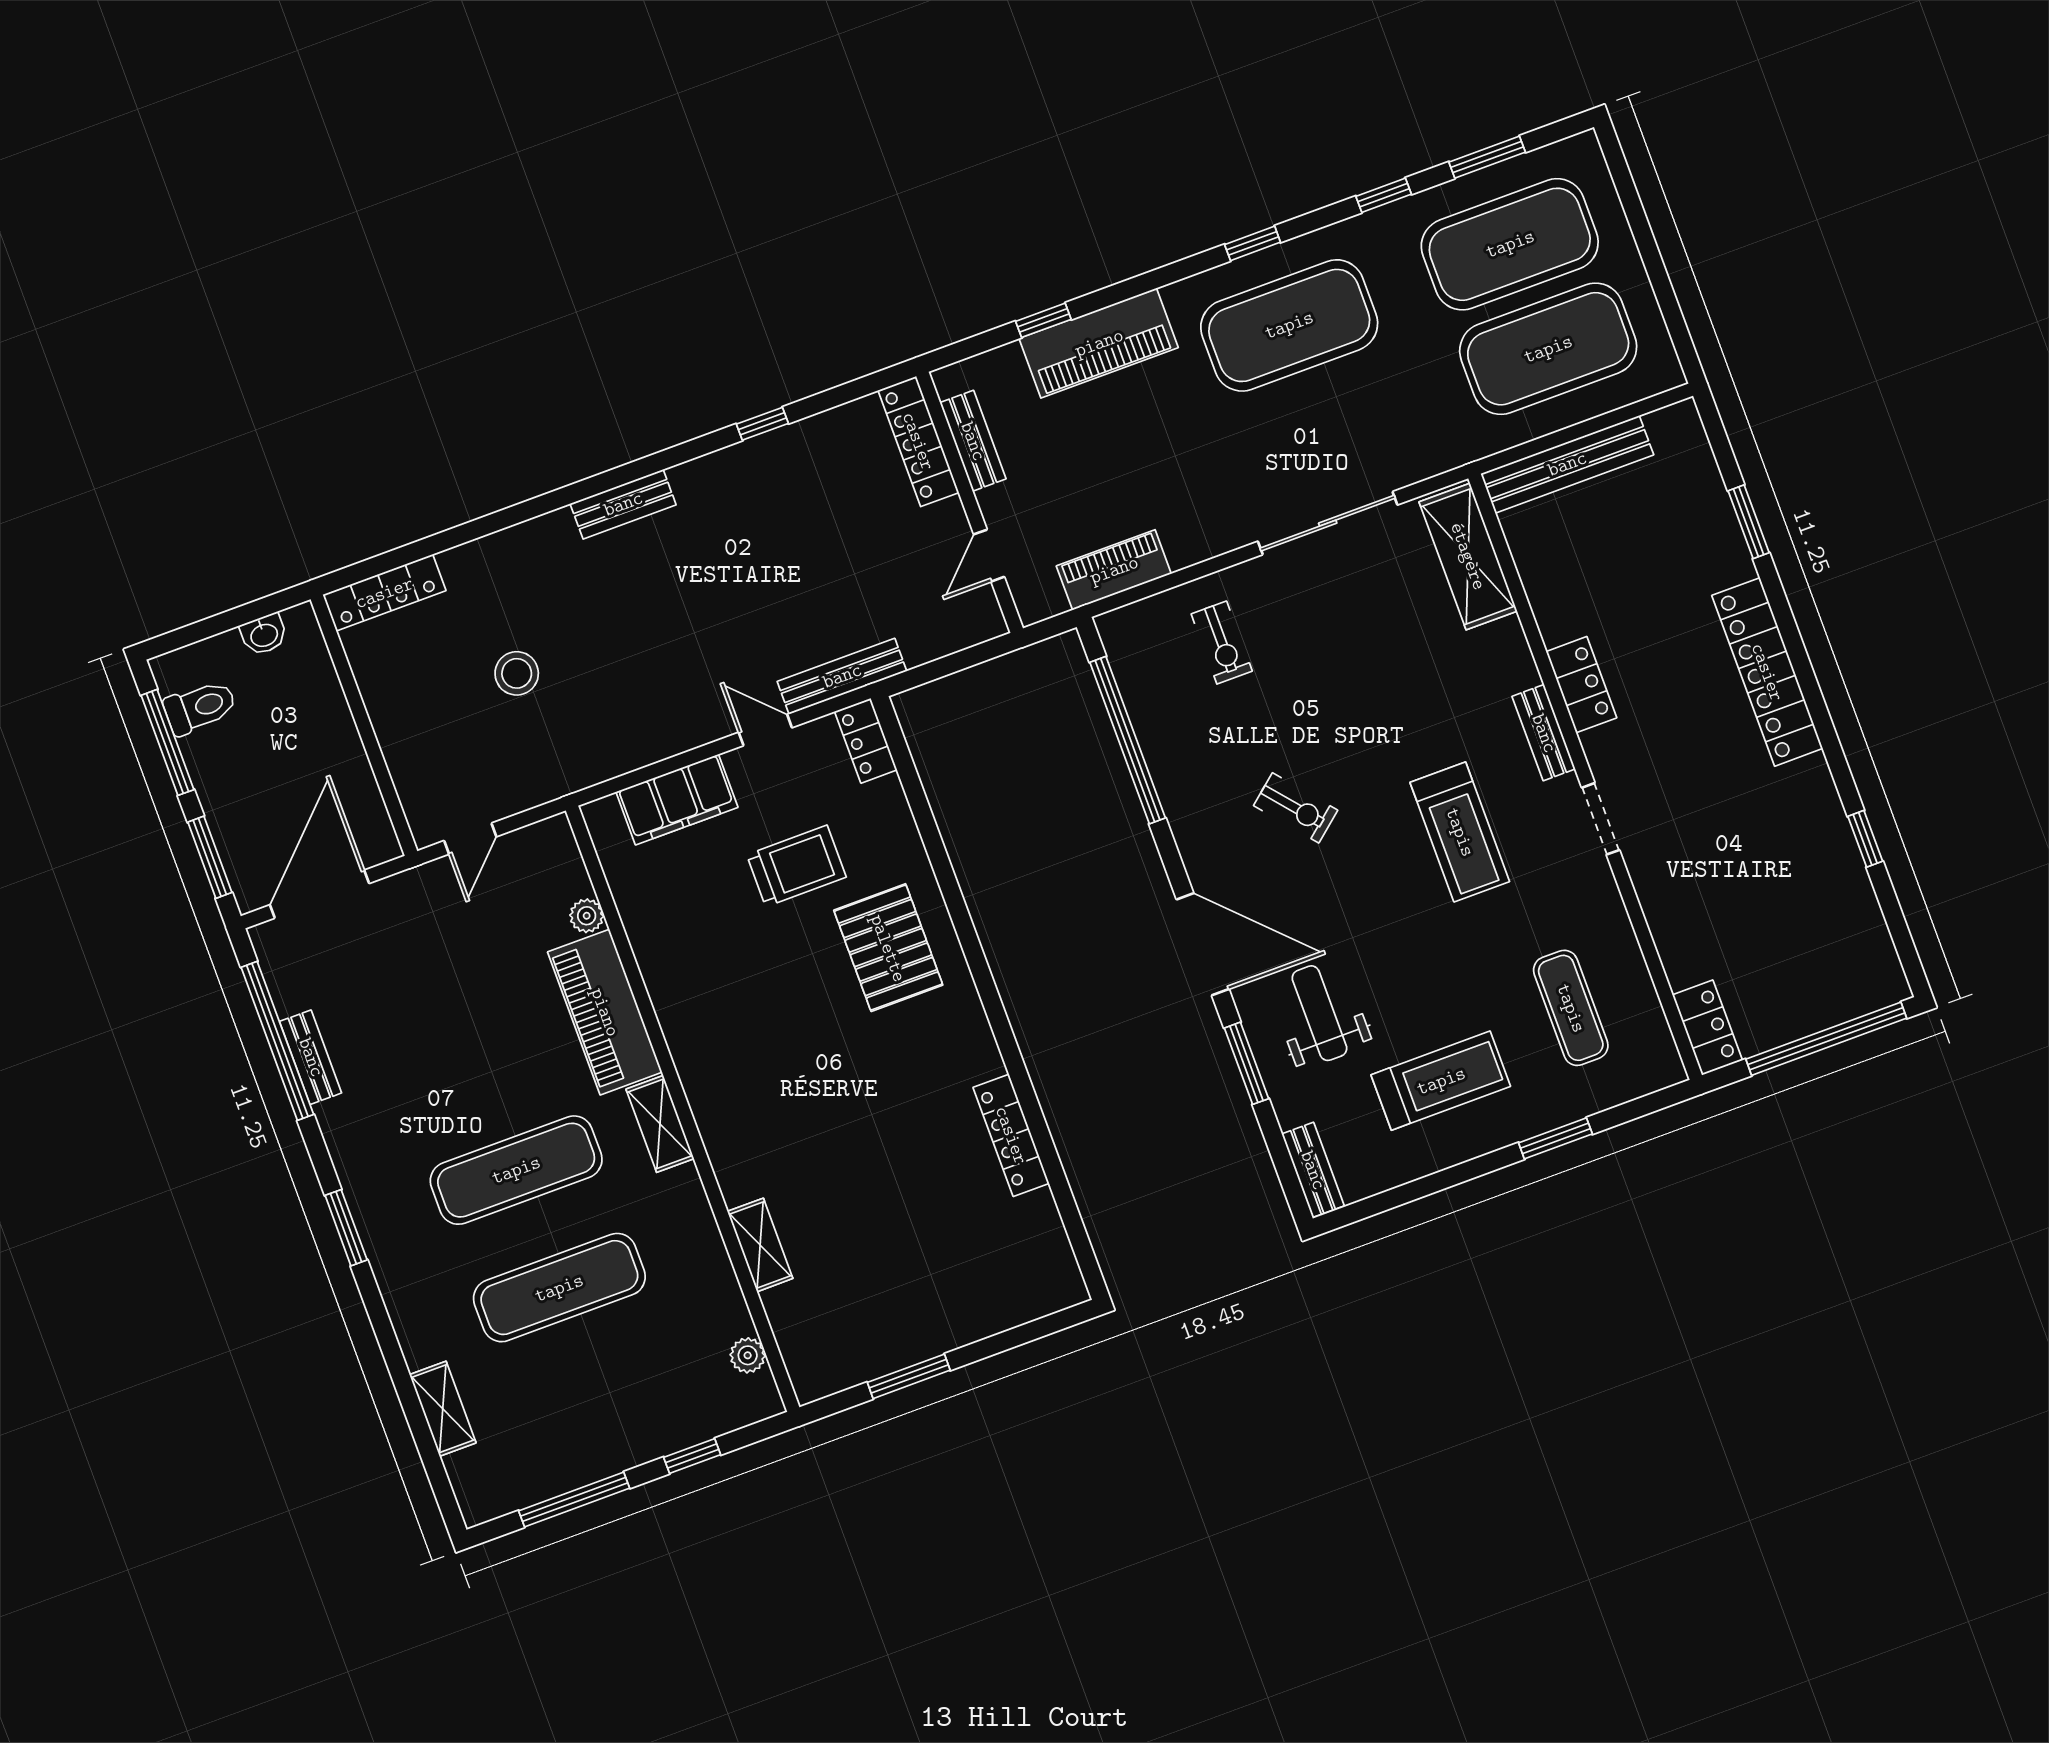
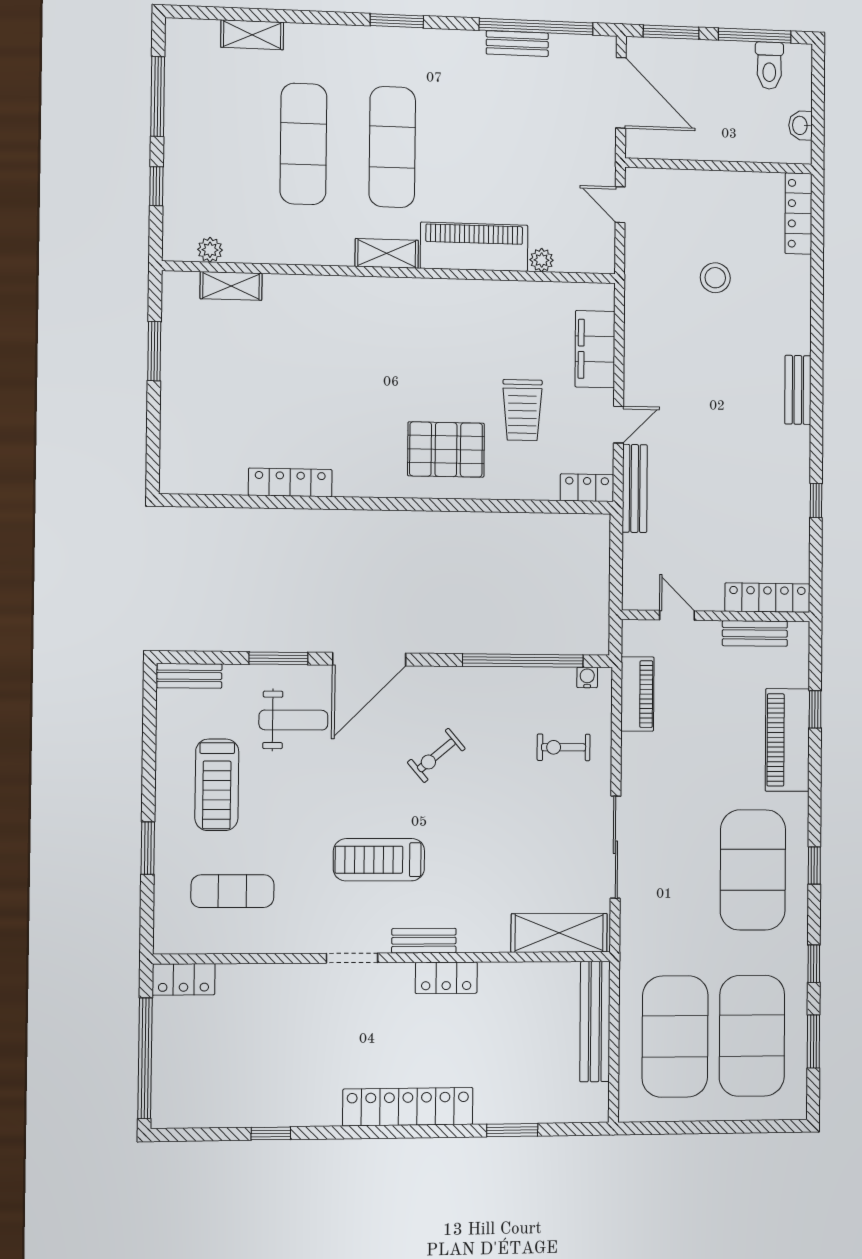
water cooler: (1118, 646) -> (587, 677), added
shelving: (760, 1245) -> (231, 286), moved

